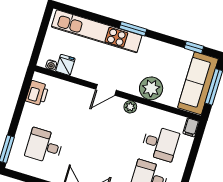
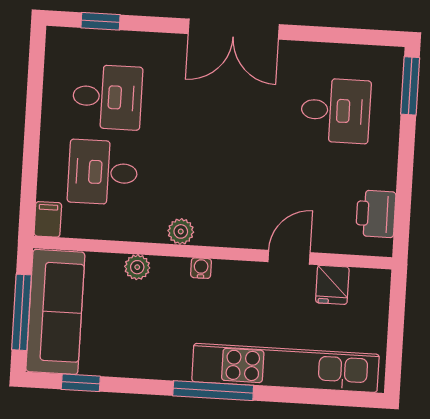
window: (133, 29) -> (213, 391), width x1.44
water cooler: (51, 65) -> (201, 268), moved
plant: (151, 88) -> (137, 267), width x0.53, depth x0.53
door: (106, 90) -> (289, 257), moved

